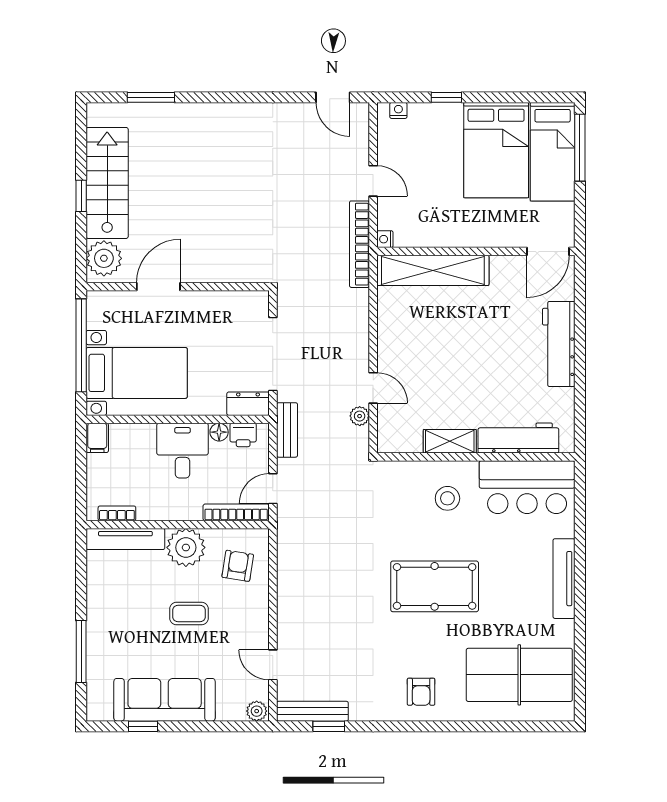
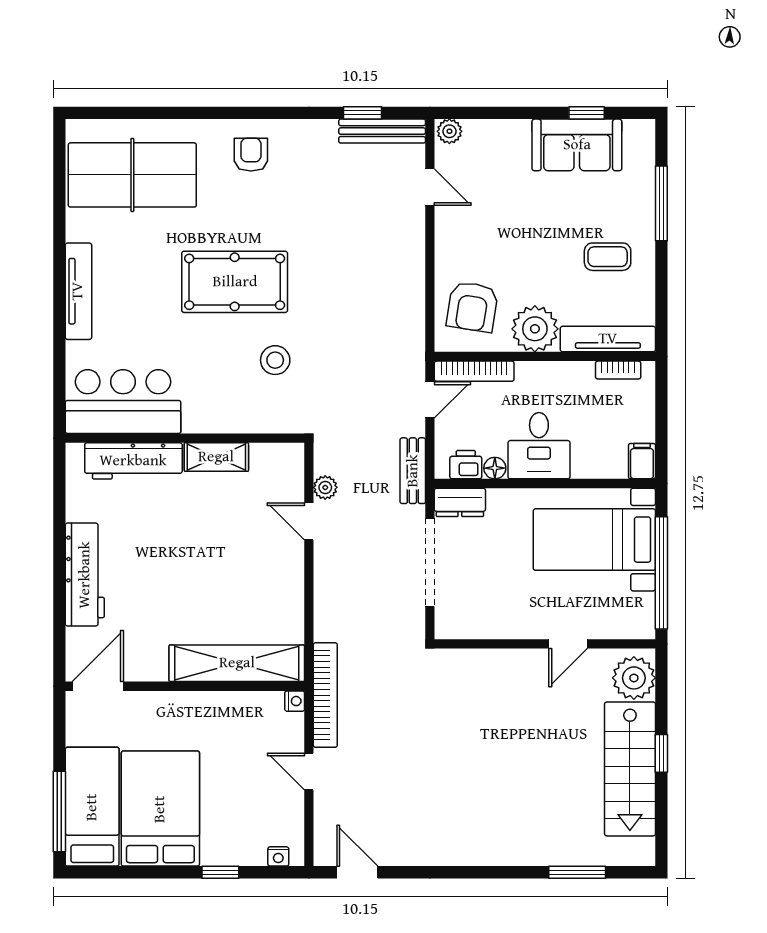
door: (158, 287) -> (568, 644), width x0.73
stool: (447, 498) -> (275, 360), moved
armchair: (238, 566) -> (472, 307), width x1.38, depth x1.38
coffee table: (189, 614) -> (608, 257), moved
sofa: (165, 700) -> (577, 145), width x0.73

